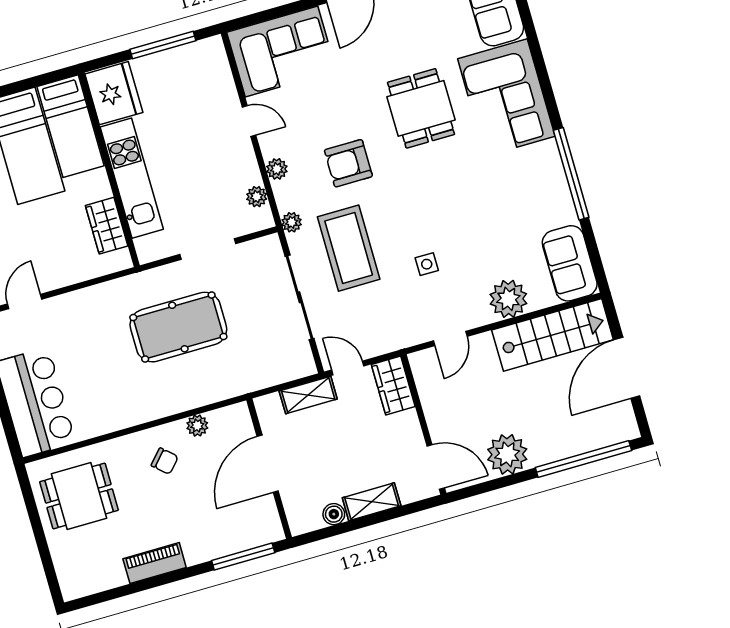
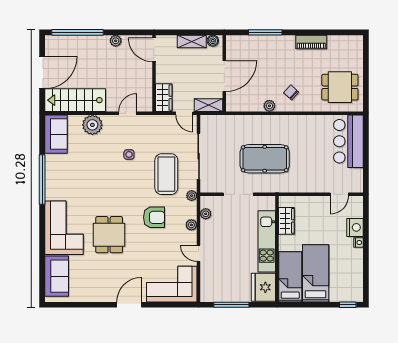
plant: (507, 454) -> (116, 41), width x0.53, depth x0.53
door: (268, 464) -> (224, 76), moved
wall: (269, 469) -> (224, 73), moved

